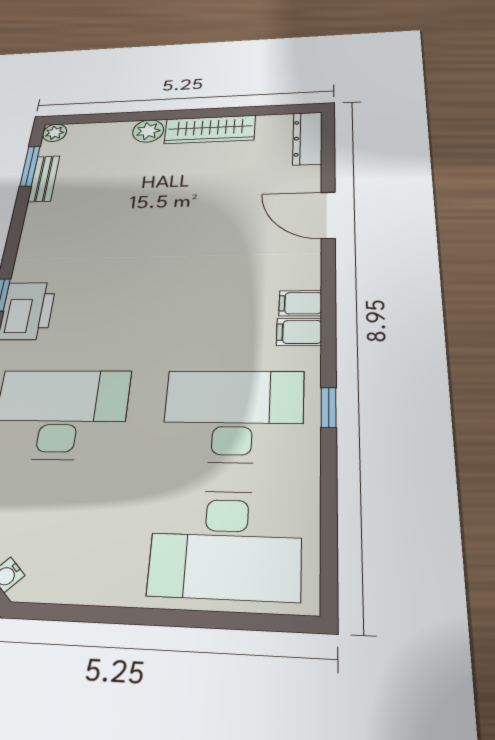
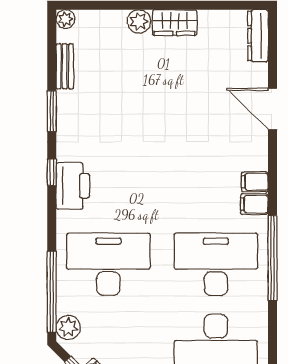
wardrobe: (210, 129) -> (175, 23), width x0.67
window: (30, 166) -> (52, 111), moved
window: (329, 407) -> (272, 258), width x3.17

